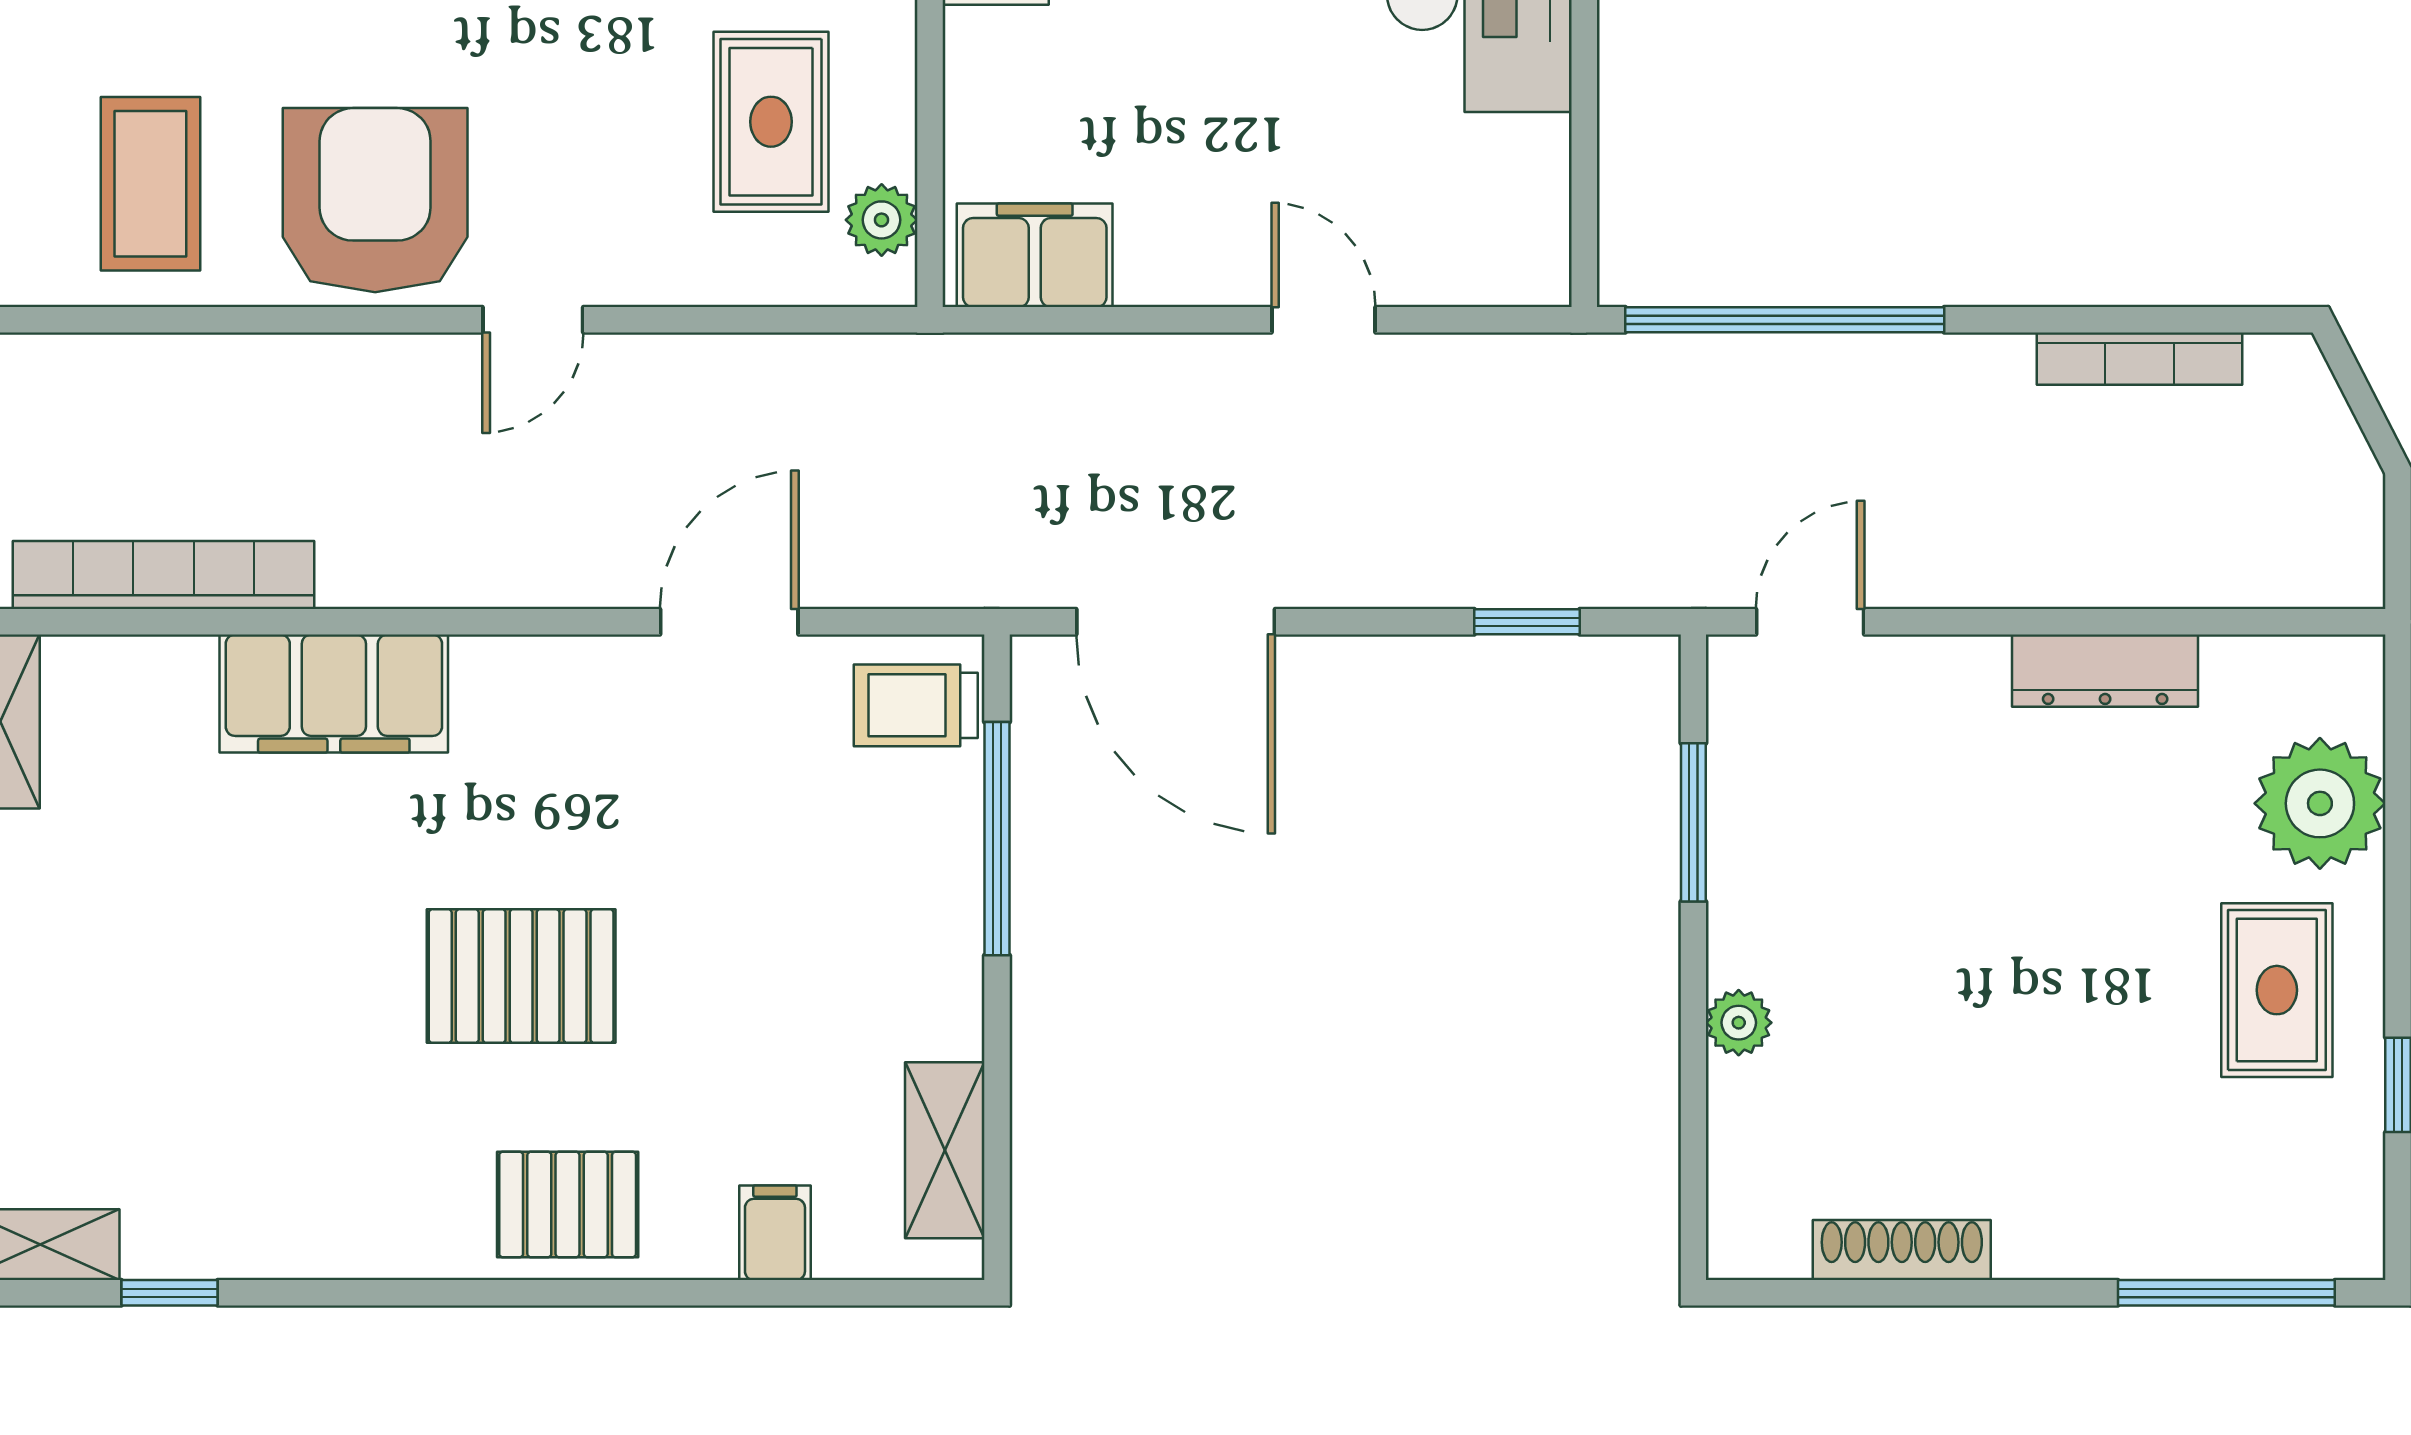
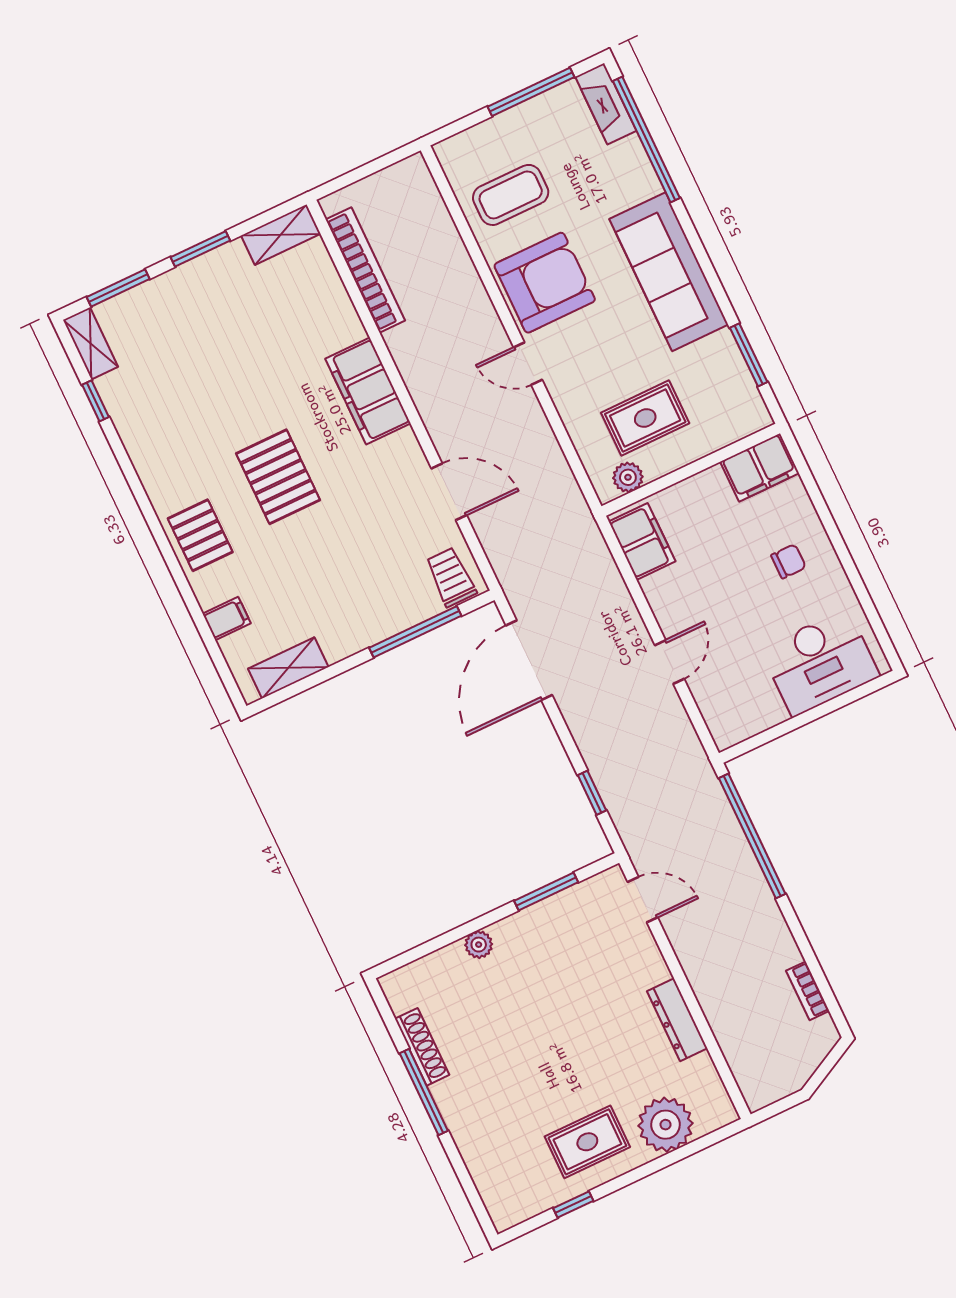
bookcase: (2140, 359) -> (808, 991), width x0.64
filing cabinet: (334, 693) -> (368, 391), moved
window: (2226, 1293) -> (424, 1092), moved

